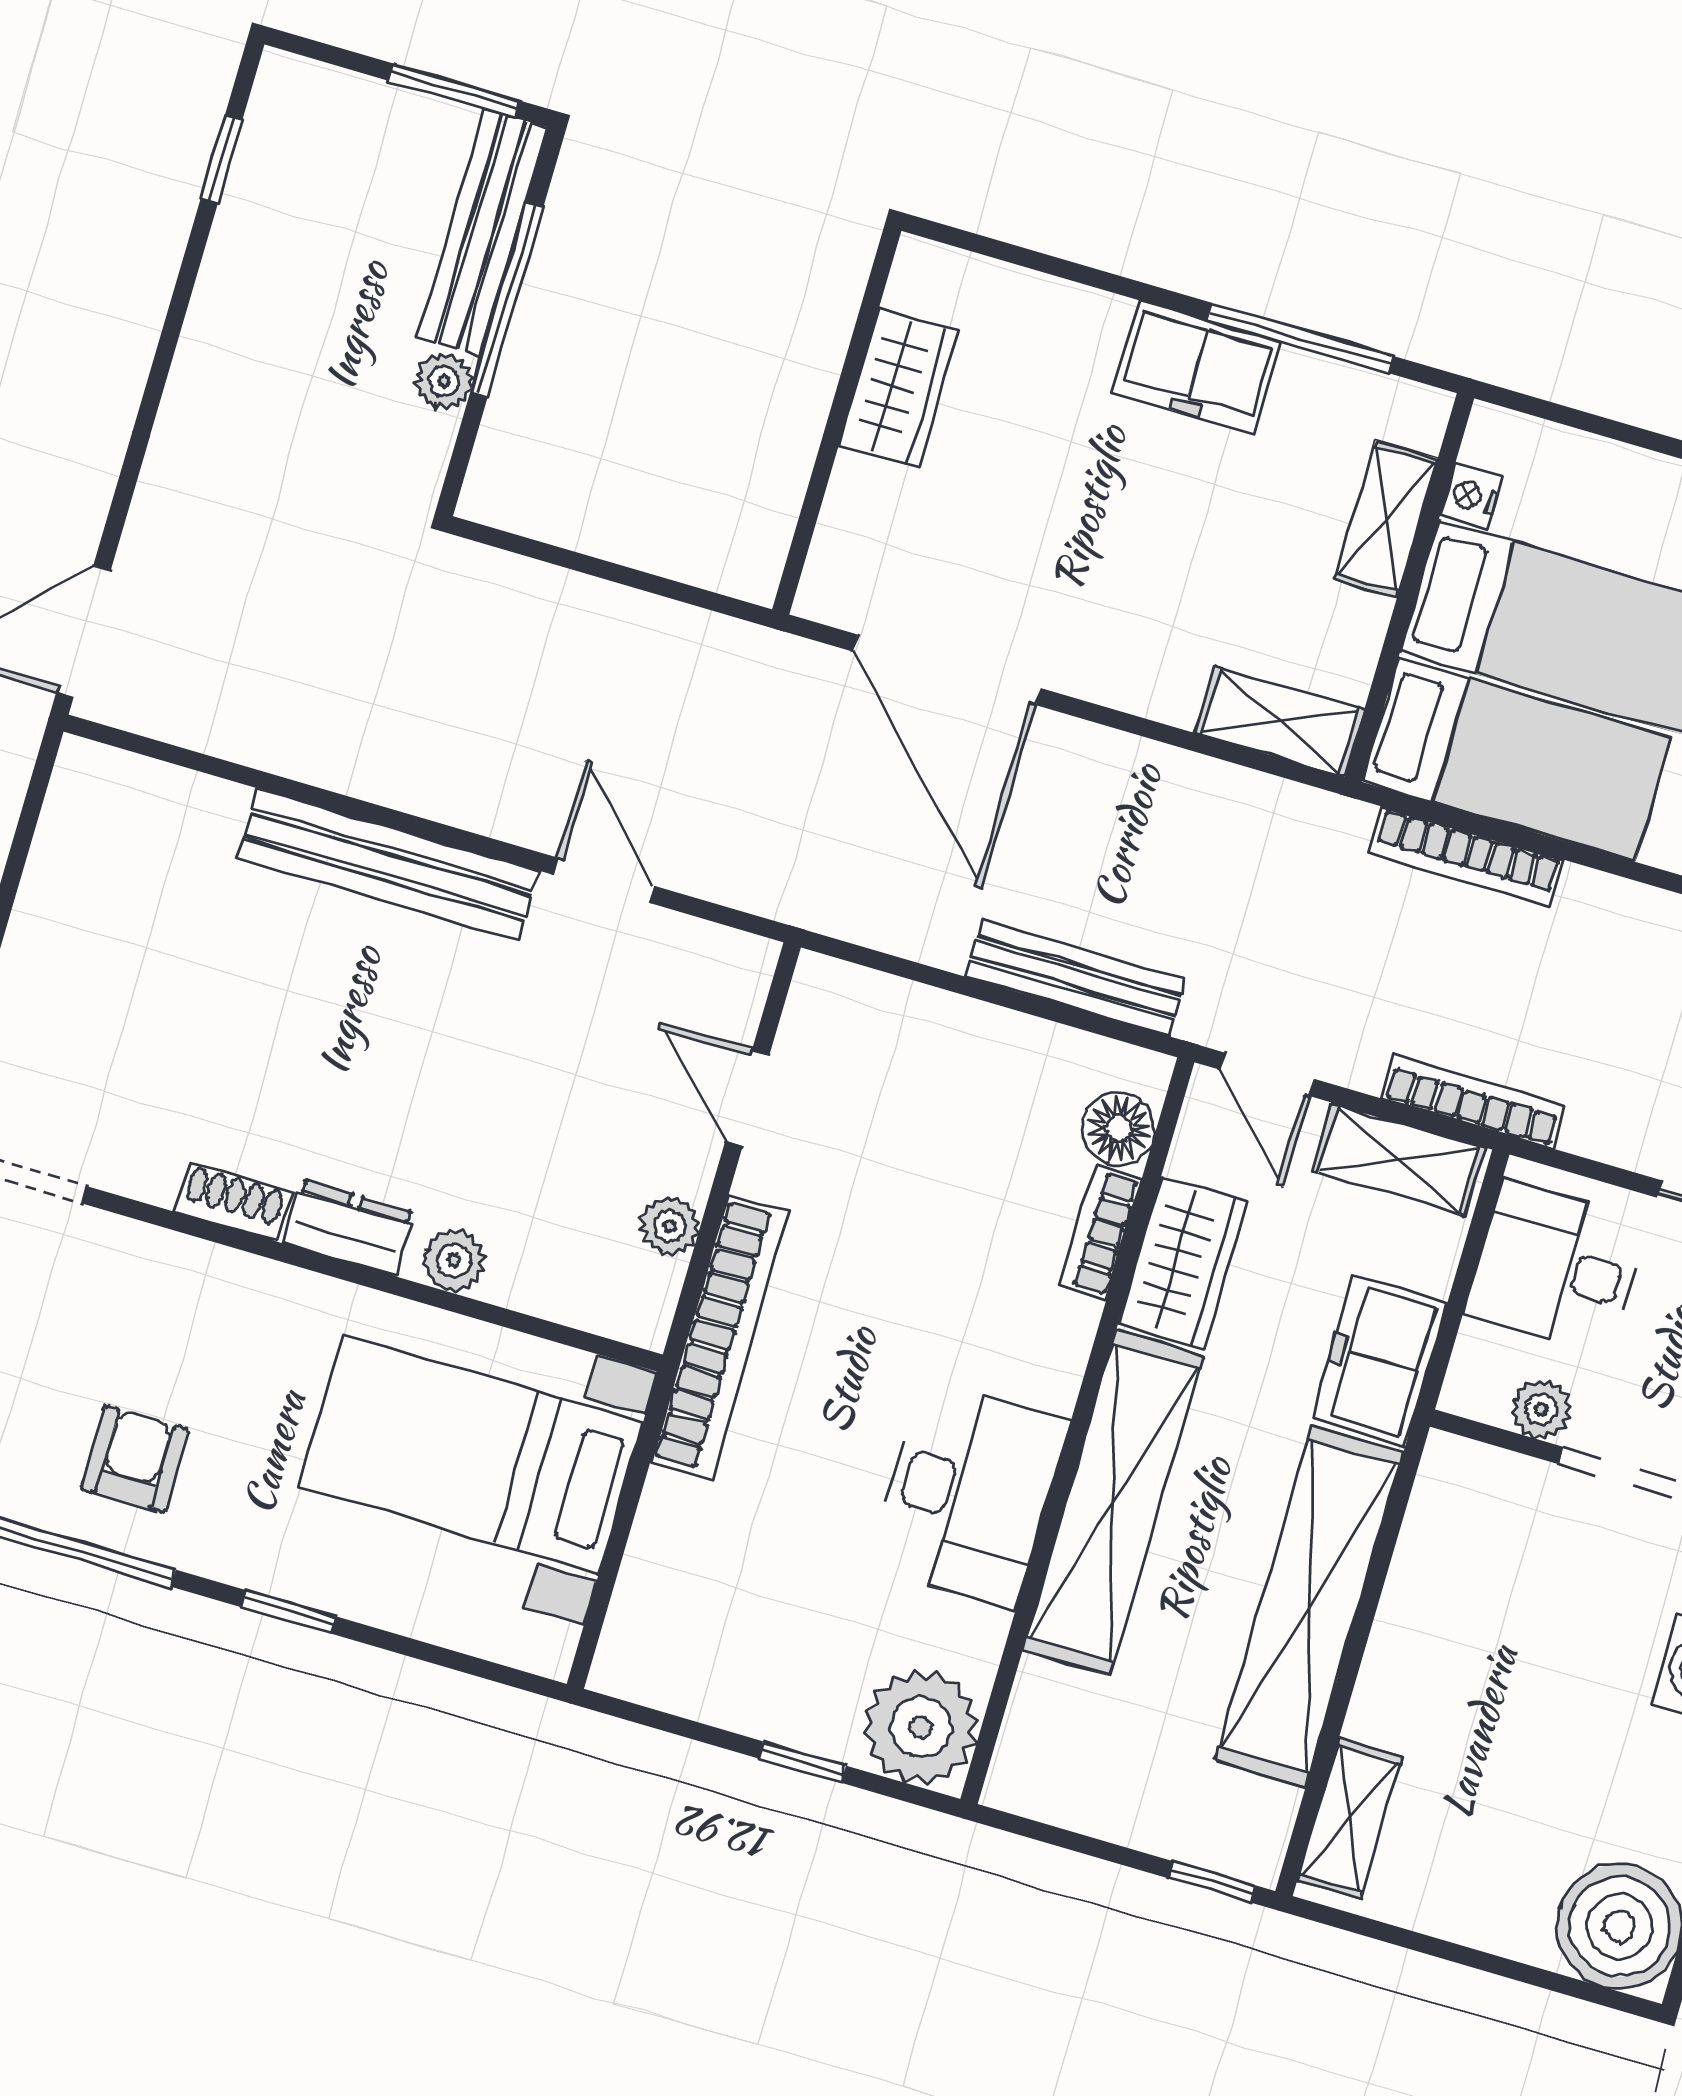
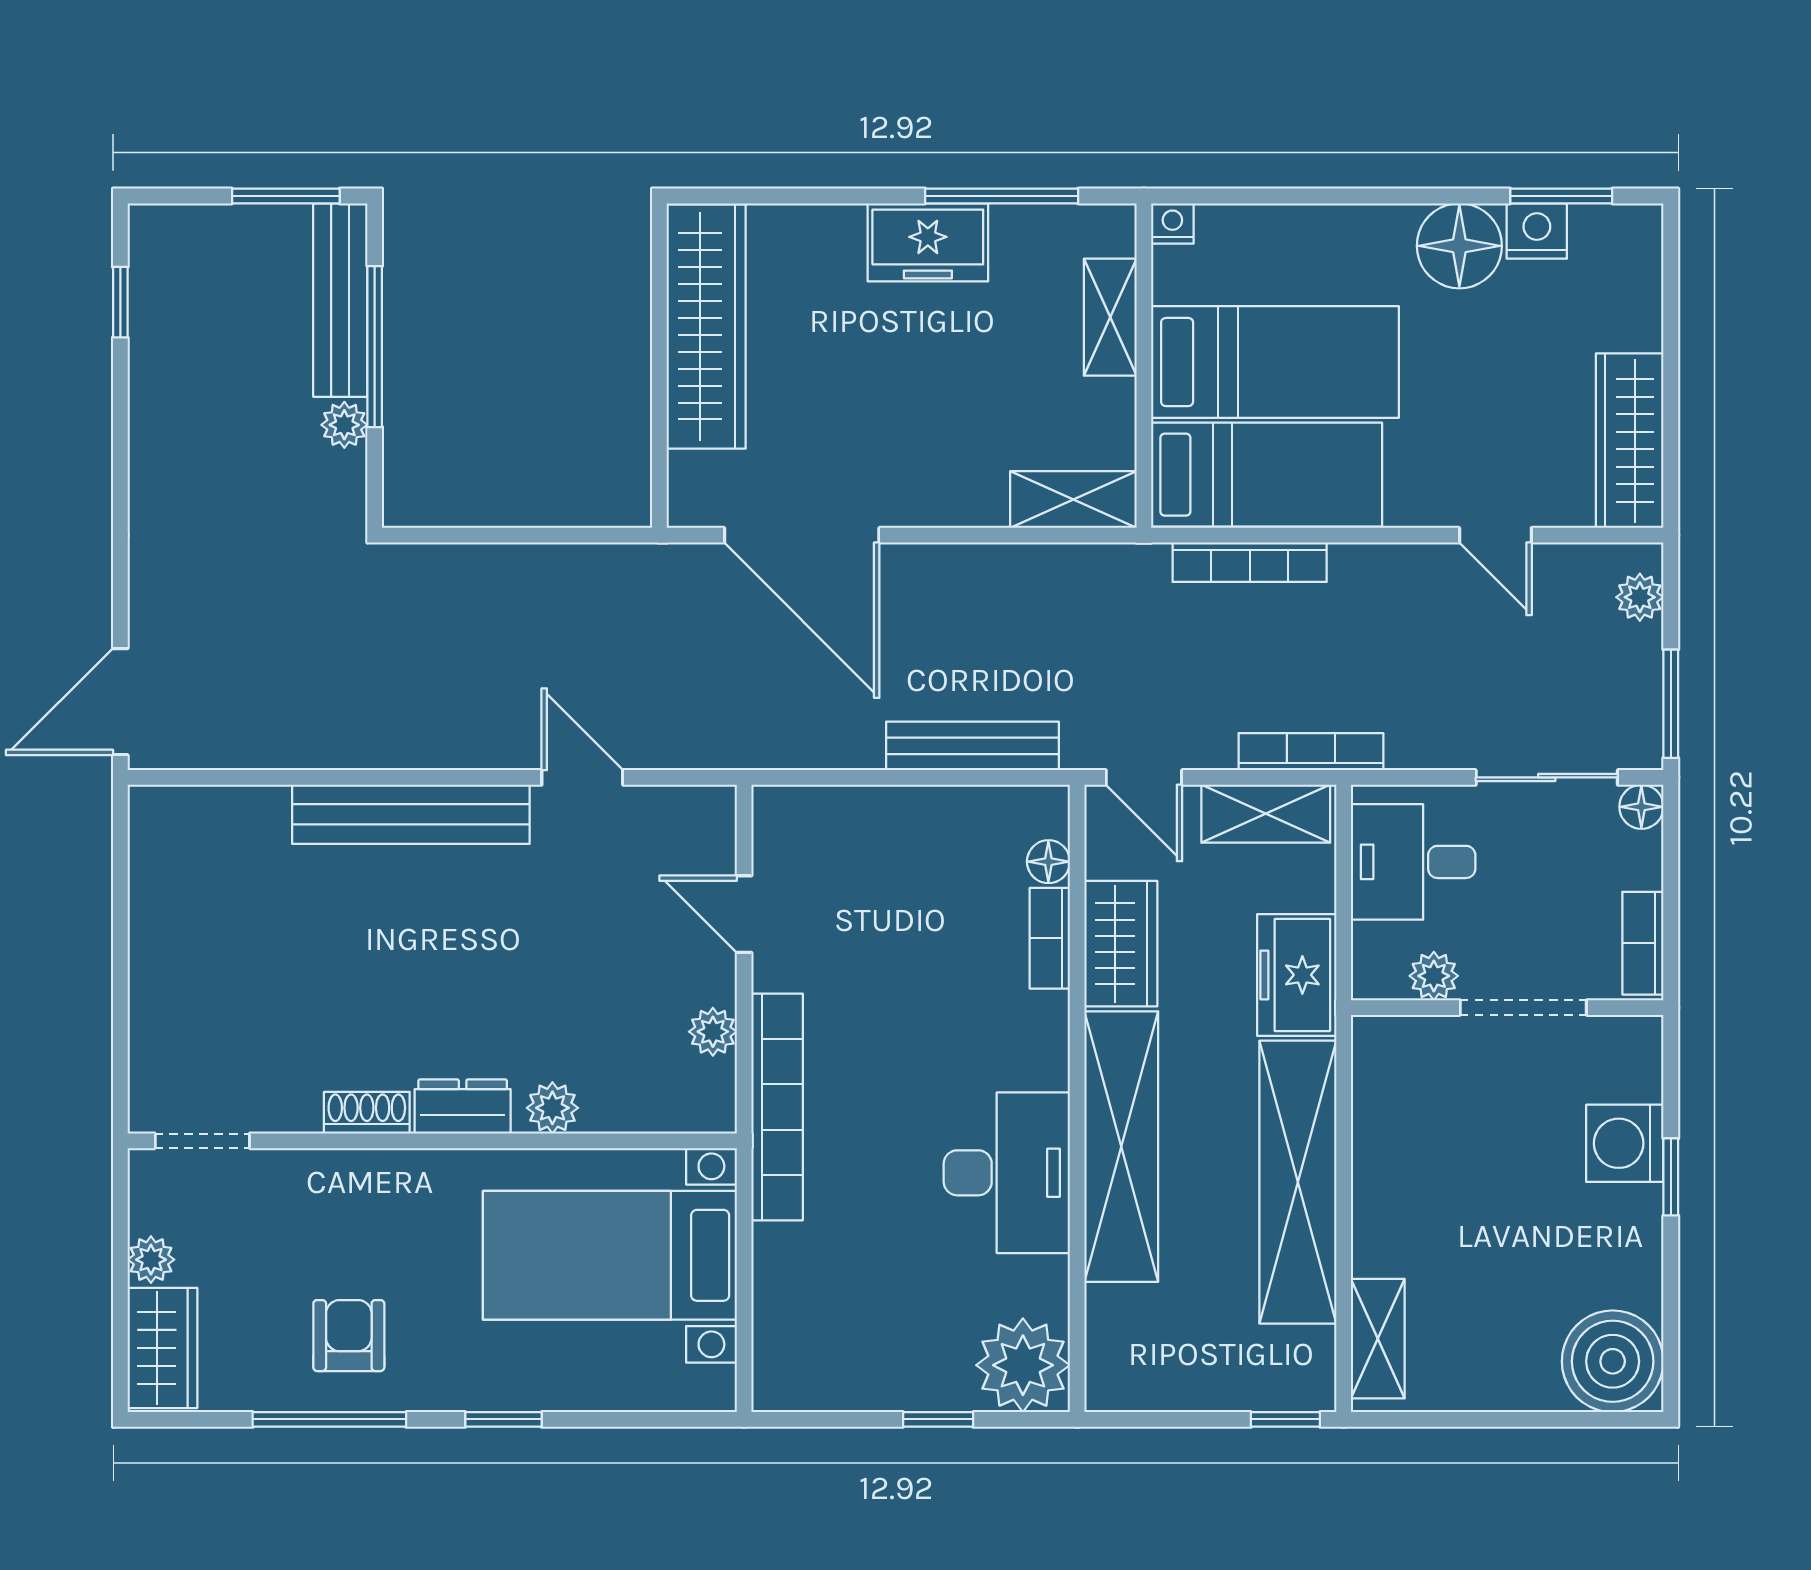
wardrobe: (899, 388) -> (706, 326), width x2.10, depth x1.17
nightstand: (1471, 496) -> (1172, 223), moved, turned 90
floor lamp: (1119, 1129) -> (1048, 862), width x0.73, depth x0.73

